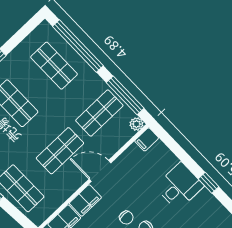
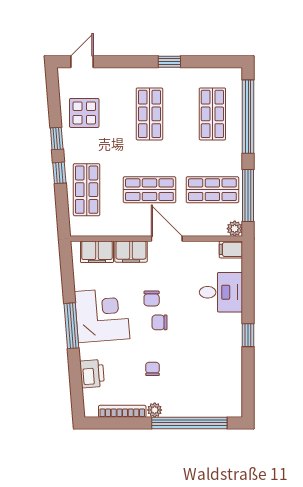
desk: (179, 186) -> (221, 292), moved

